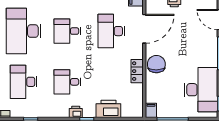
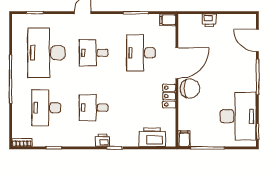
door: (144, 29) -> (177, 63), moved
chair: (156, 64) -> (190, 89), turned 91
printer: (108, 109) -> (152, 137), moved

